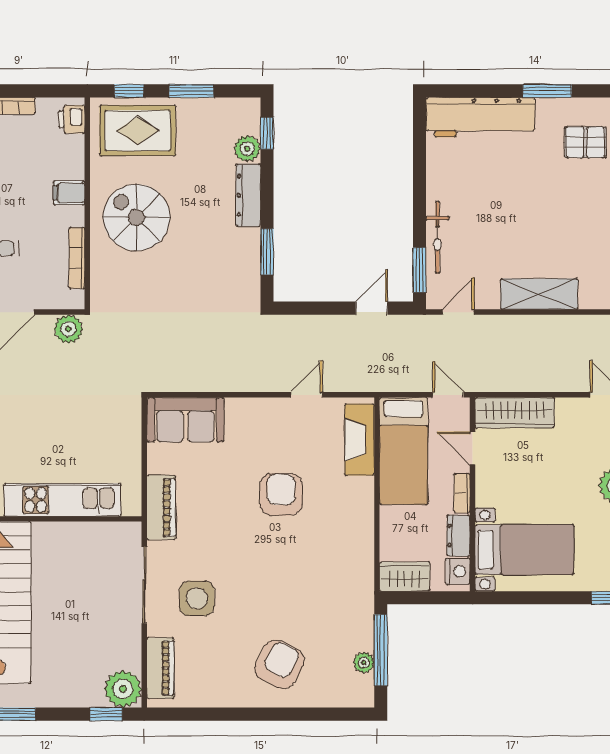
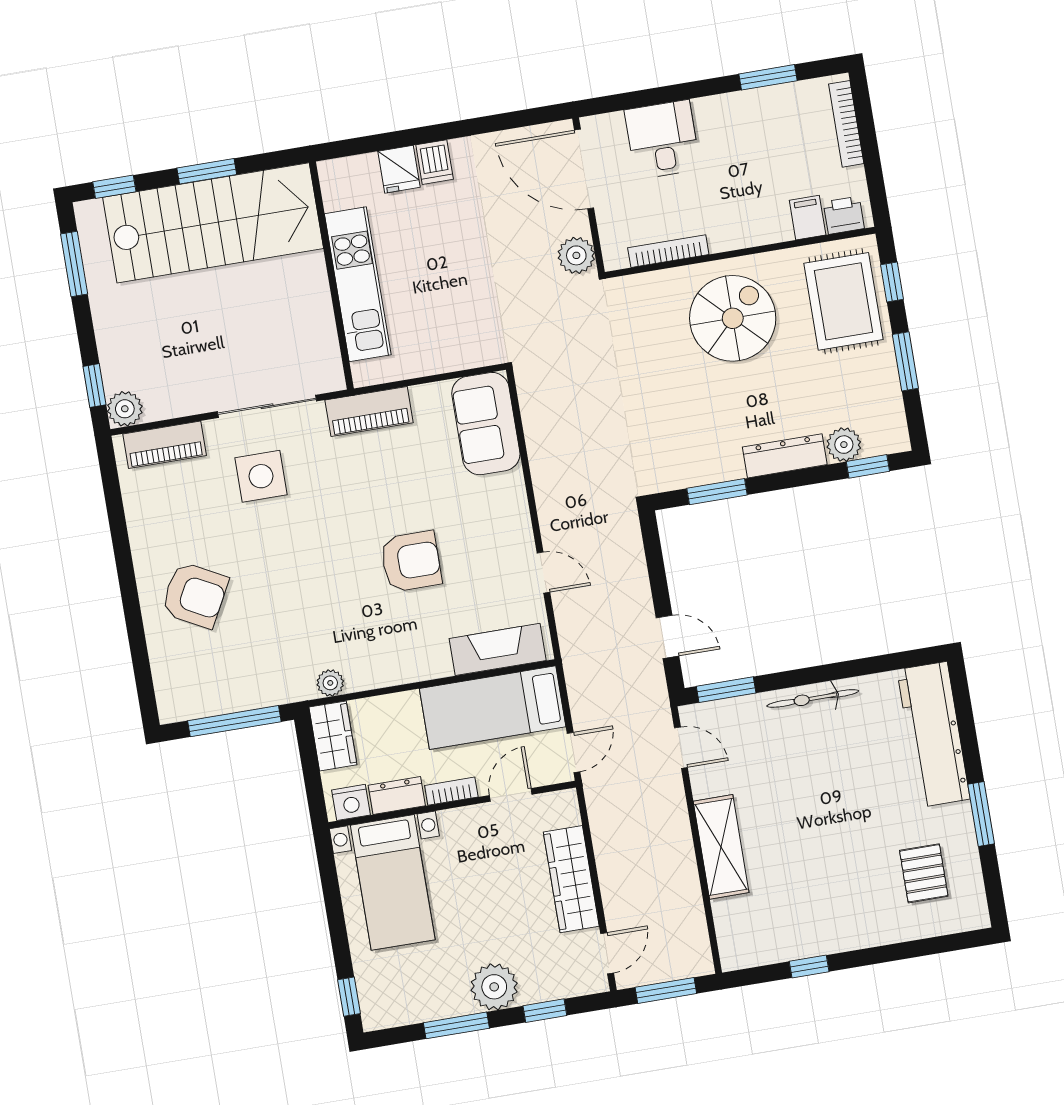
filing cabinet: (69, 193) -> (808, 218), moved
bicycle: (437, 237) -> (813, 698), moved
wardrobe: (515, 413) -> (571, 879), moved
plant: (364, 663) -> (330, 683), moved
plant: (123, 689) -> (125, 409), width x0.73, depth x0.73

